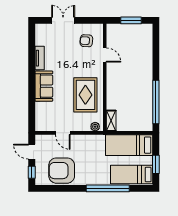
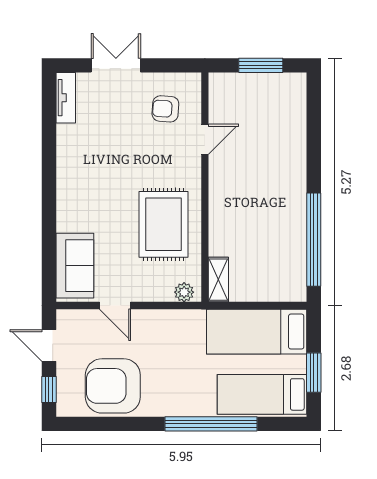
door: (105, 55) -> (205, 139), hinge flipped
tv unit: (40, 58) -> (66, 98), moved
sofa: (44, 86) -> (75, 266), moved

